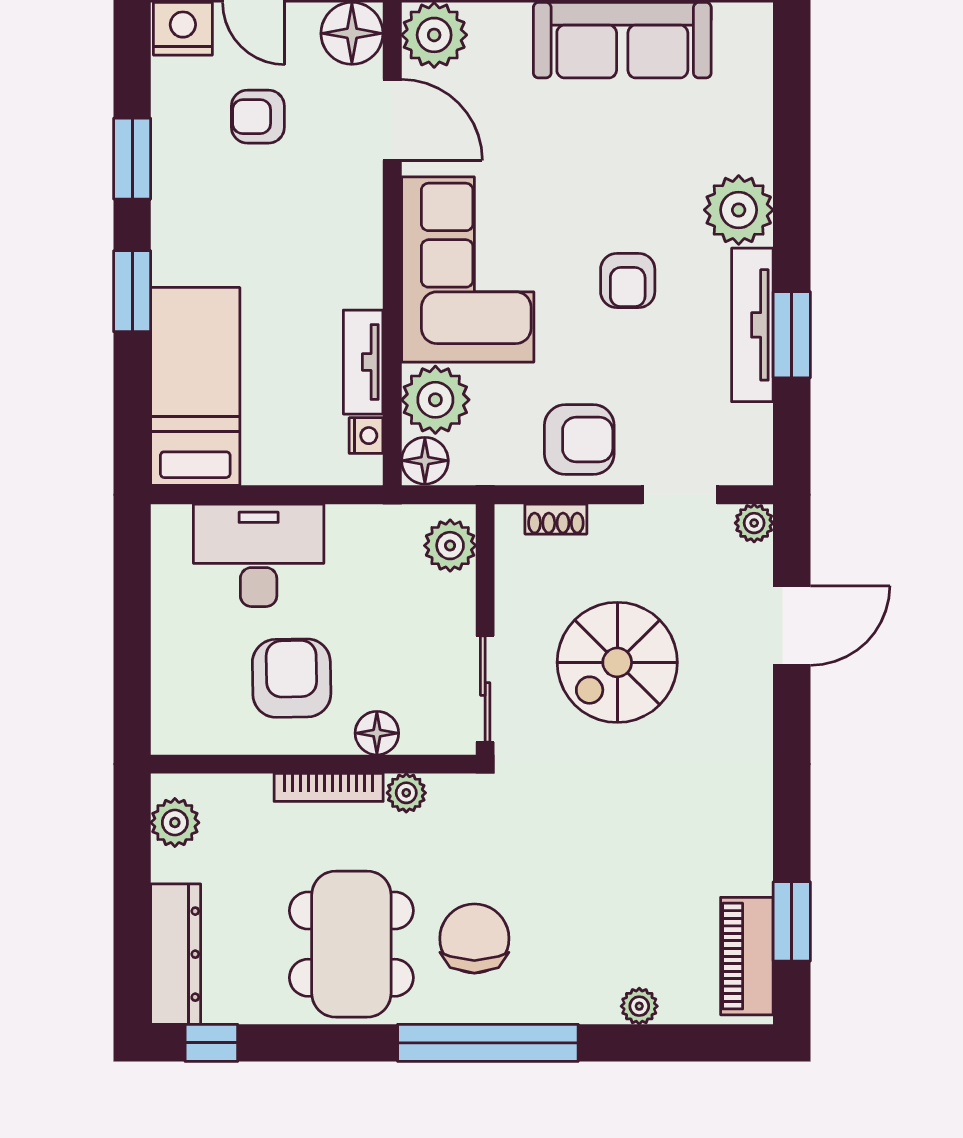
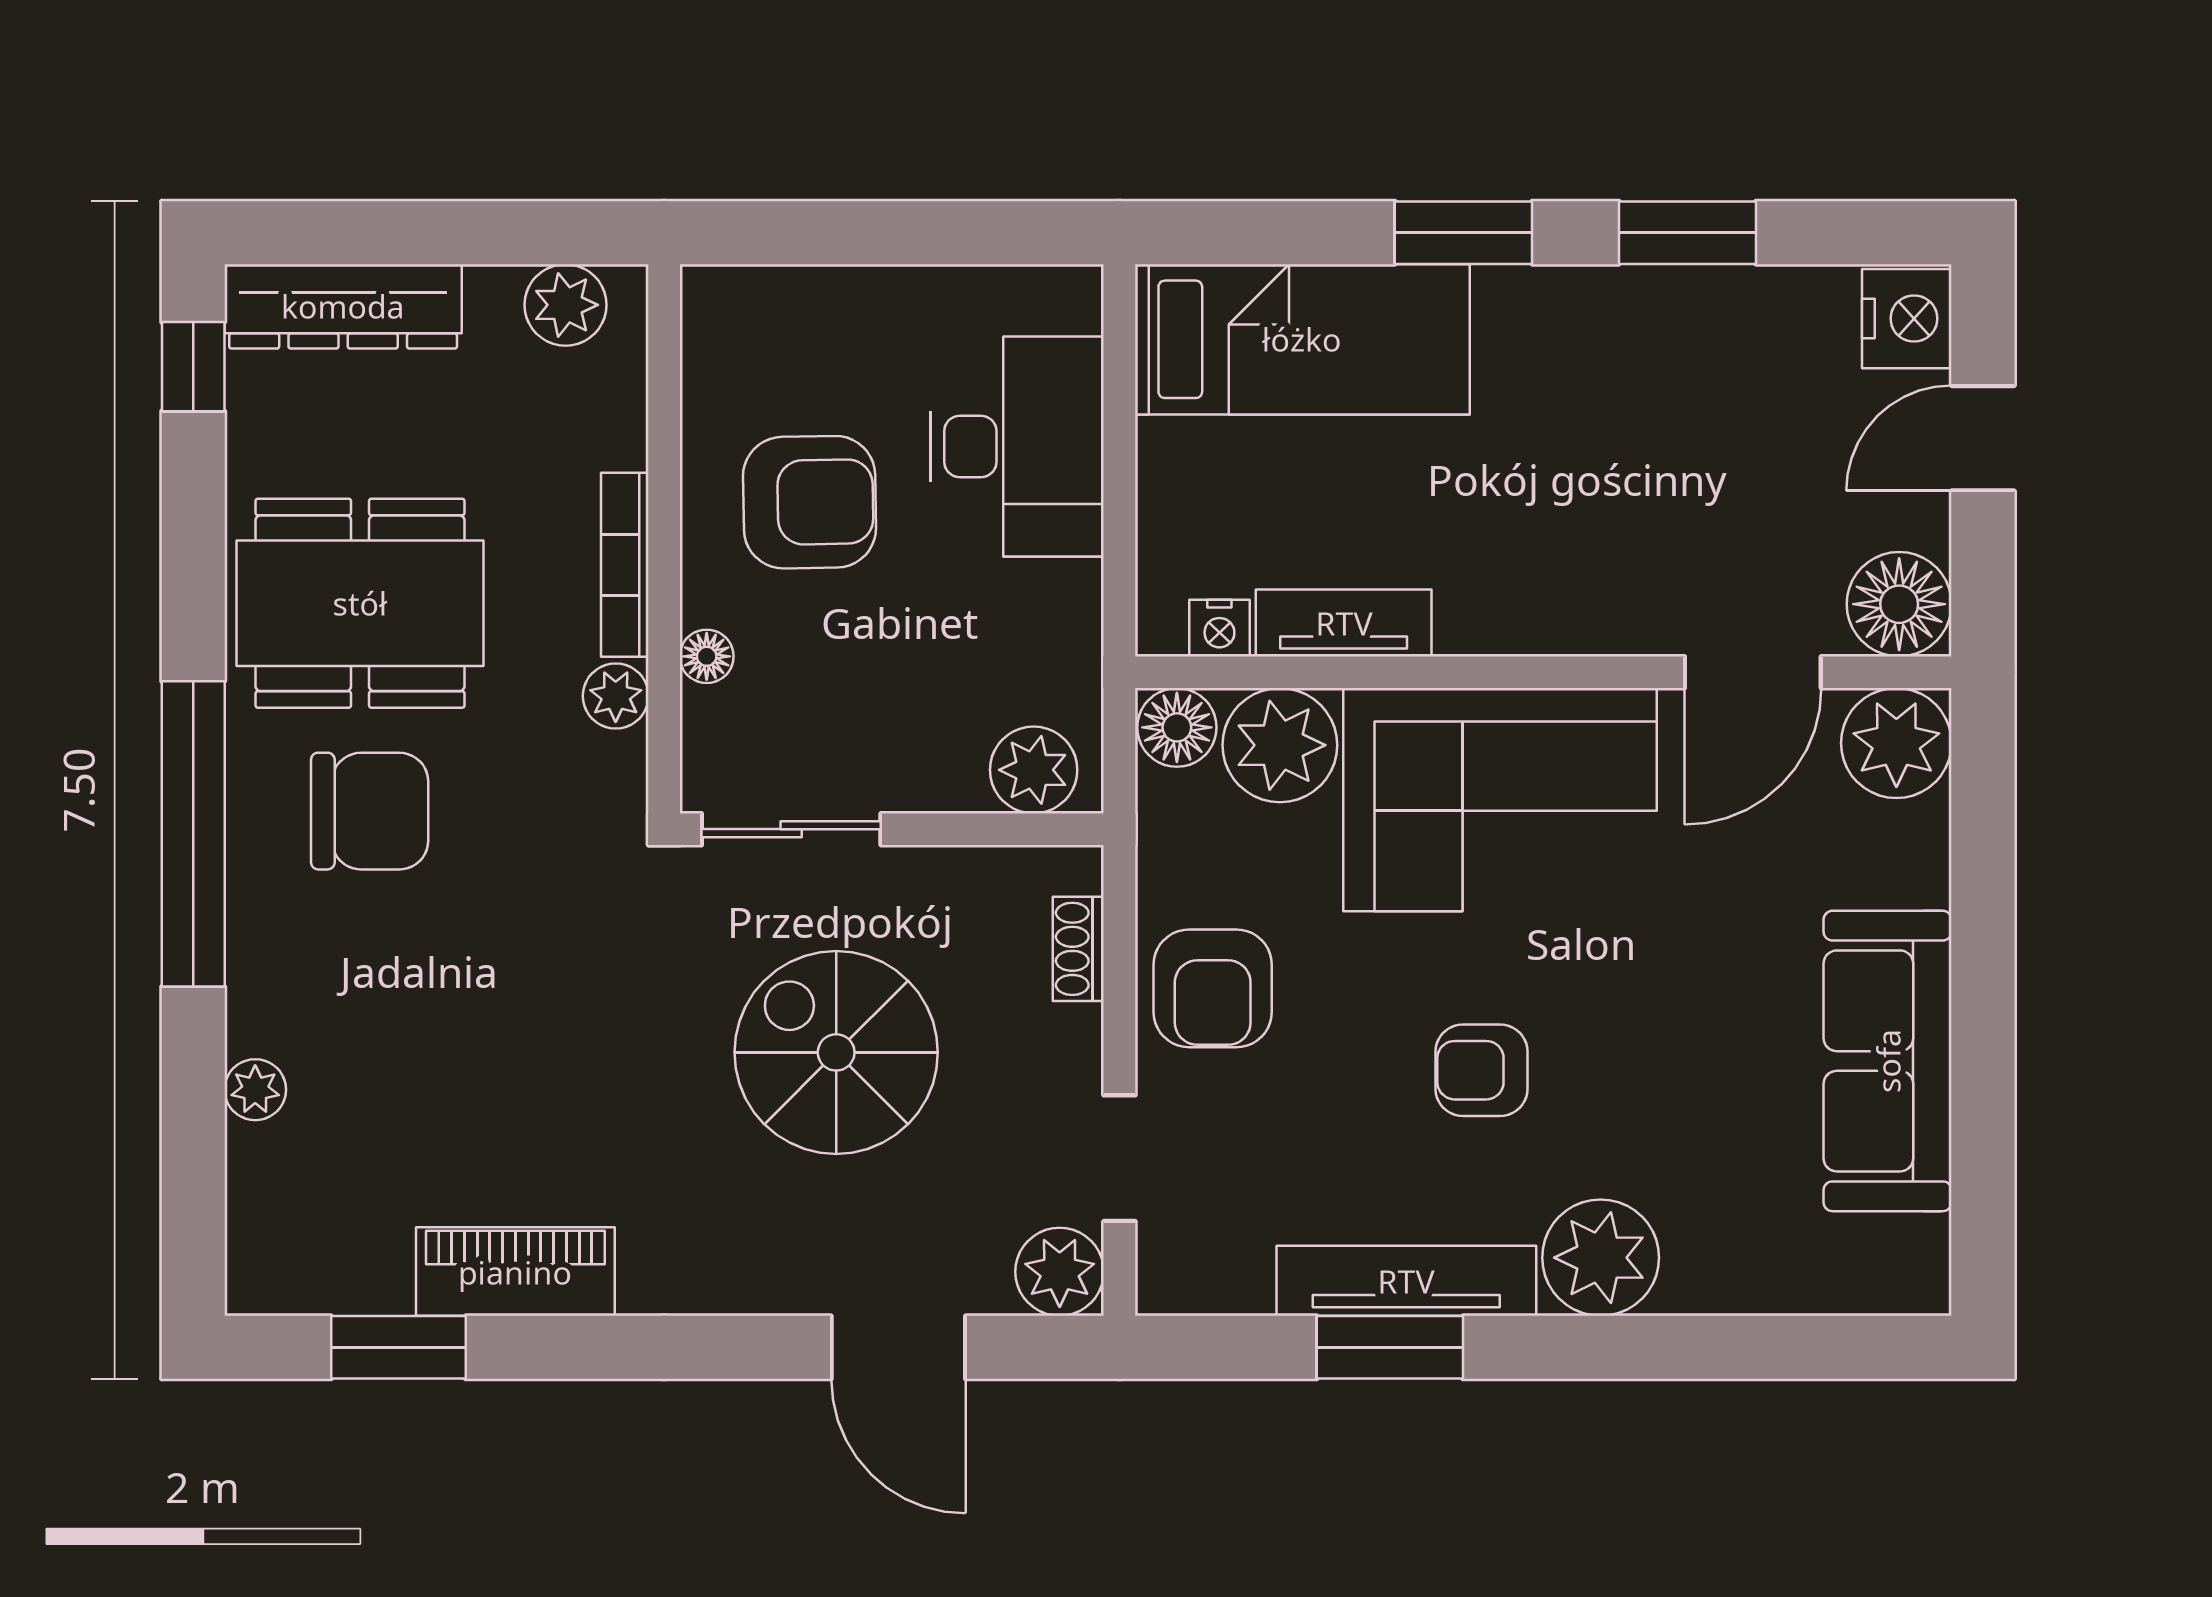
armchair: (258, 117) -> (1758, 445), removed
plant: (754, 523) -> (1060, 1272), width x1.38, depth x1.38
floor lamp: (377, 733) -> (707, 656), width x0.73, depth x0.73
piano: (747, 956) -> (515, 1272), moved

